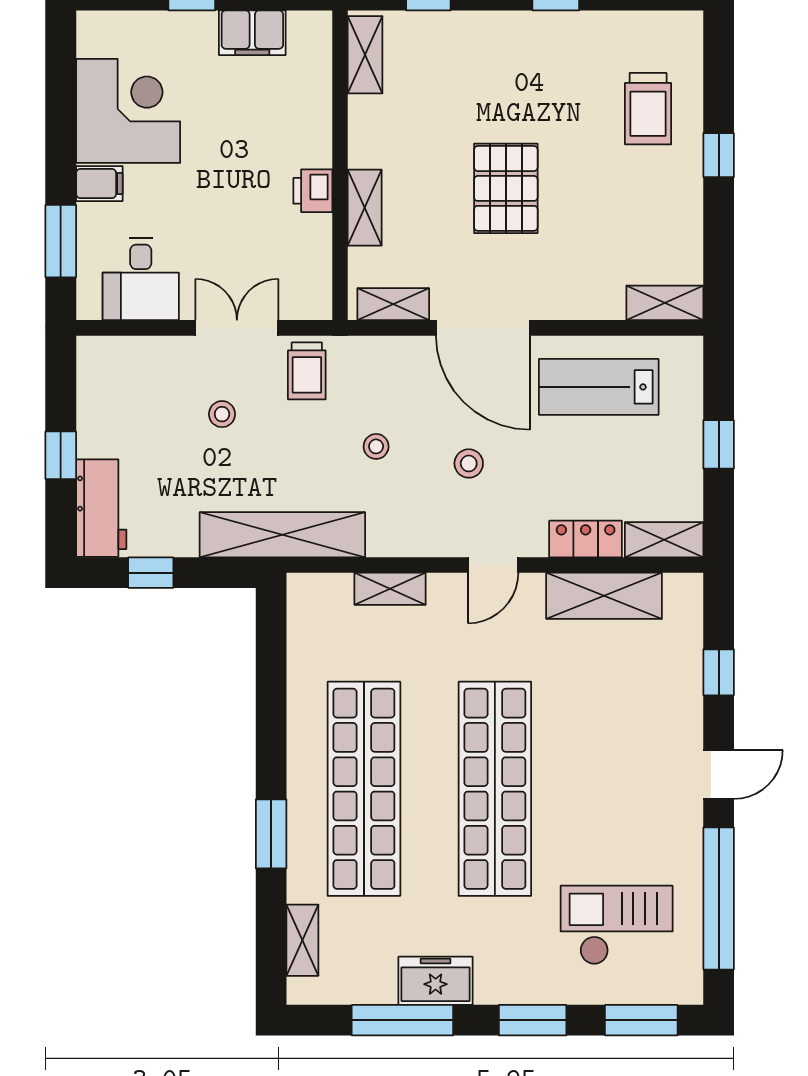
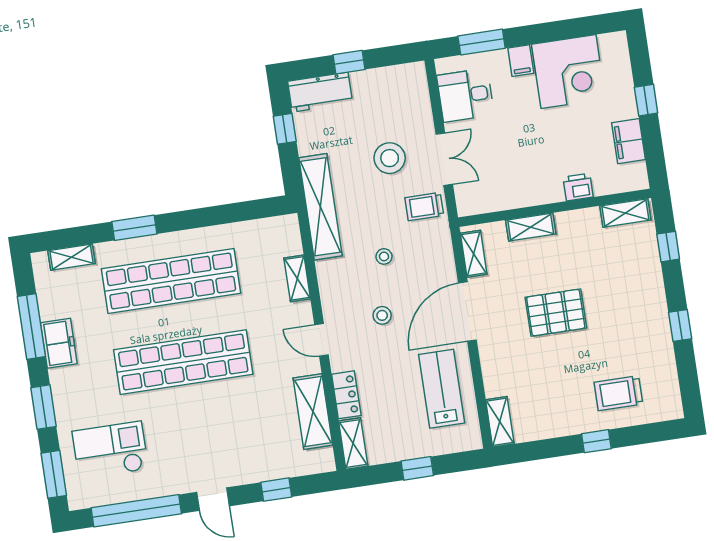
printer: (313, 191) -> (578, 187), moved
stool: (222, 414) -> (390, 158), width x1.89, depth x1.89
checkout: (617, 925) -> (110, 450), turned -90

